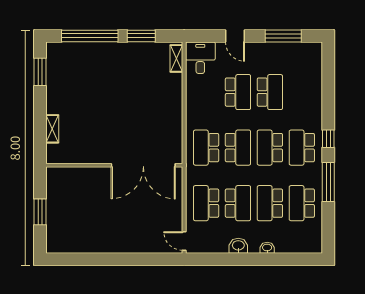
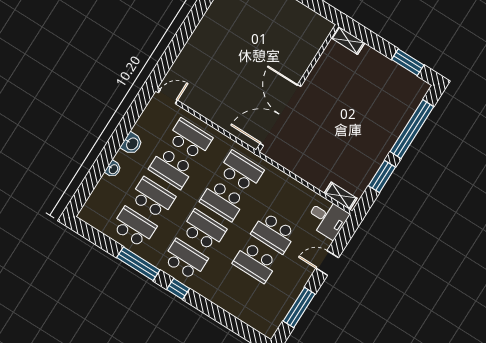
wall: (114, 165) -> (297, 88), moved
double door: (143, 165) -> (280, 115), moved

